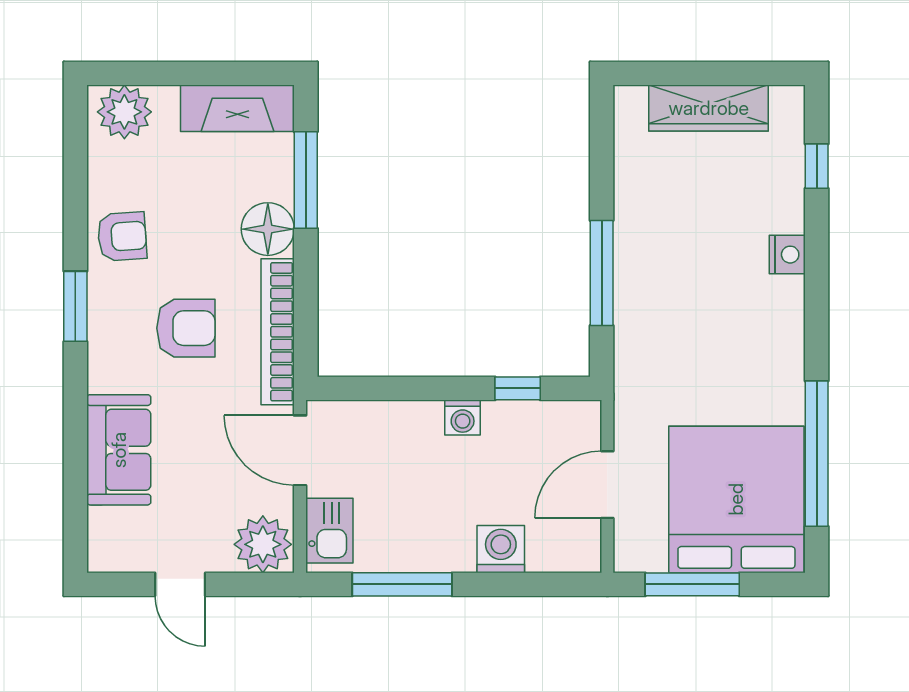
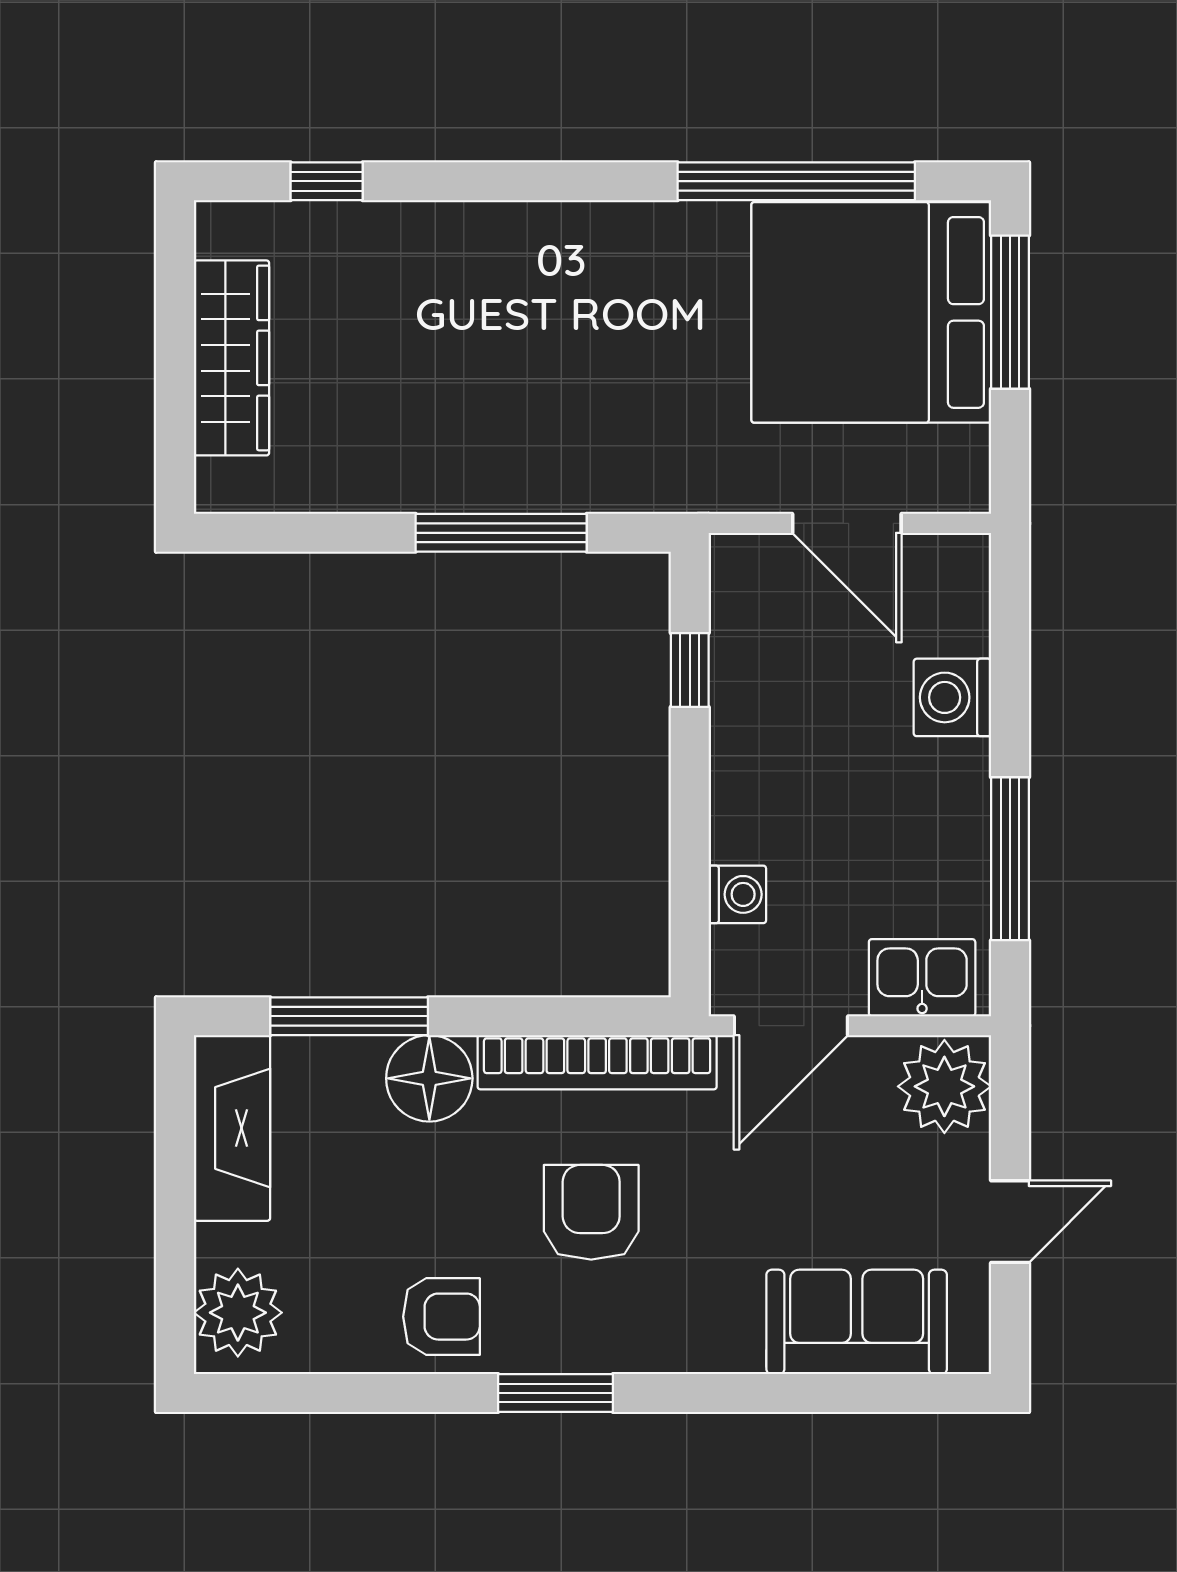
armchair: (122, 236) -> (441, 1317), turned 94
nightstand: (787, 255) -> (471, 229), removed
washing machine: (463, 418) -> (737, 894), moved
sofa: (119, 450) -> (857, 1322), moved
window: (692, 584) -> (1010, 312), moved

